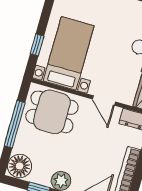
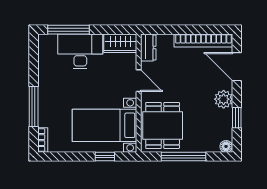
door: (104, 100) -> (139, 81), hinge flipped
floor lamp: (20, 166) -> (226, 146), width x0.53, depth x0.53

